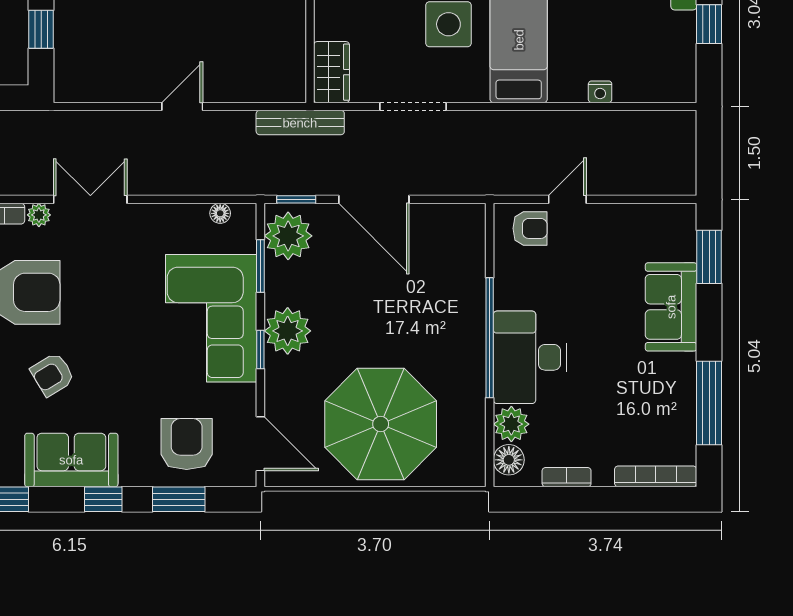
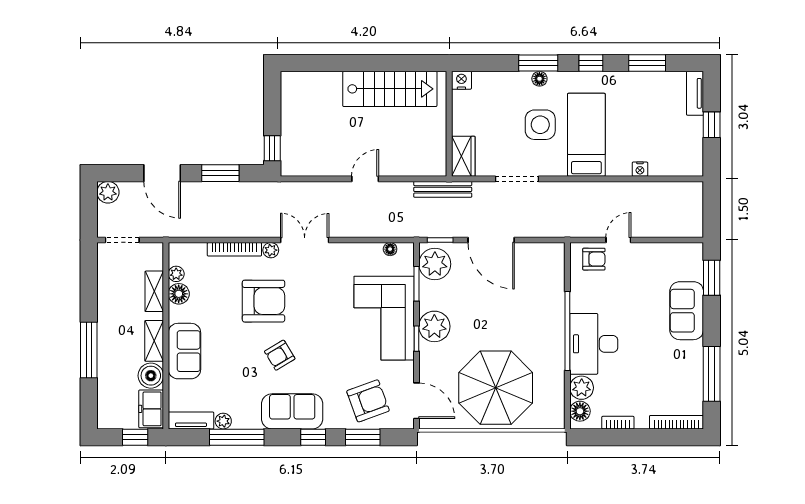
window: (41, 29) -> (272, 148), moved
armchair: (187, 444) -> (368, 401), turned 70

